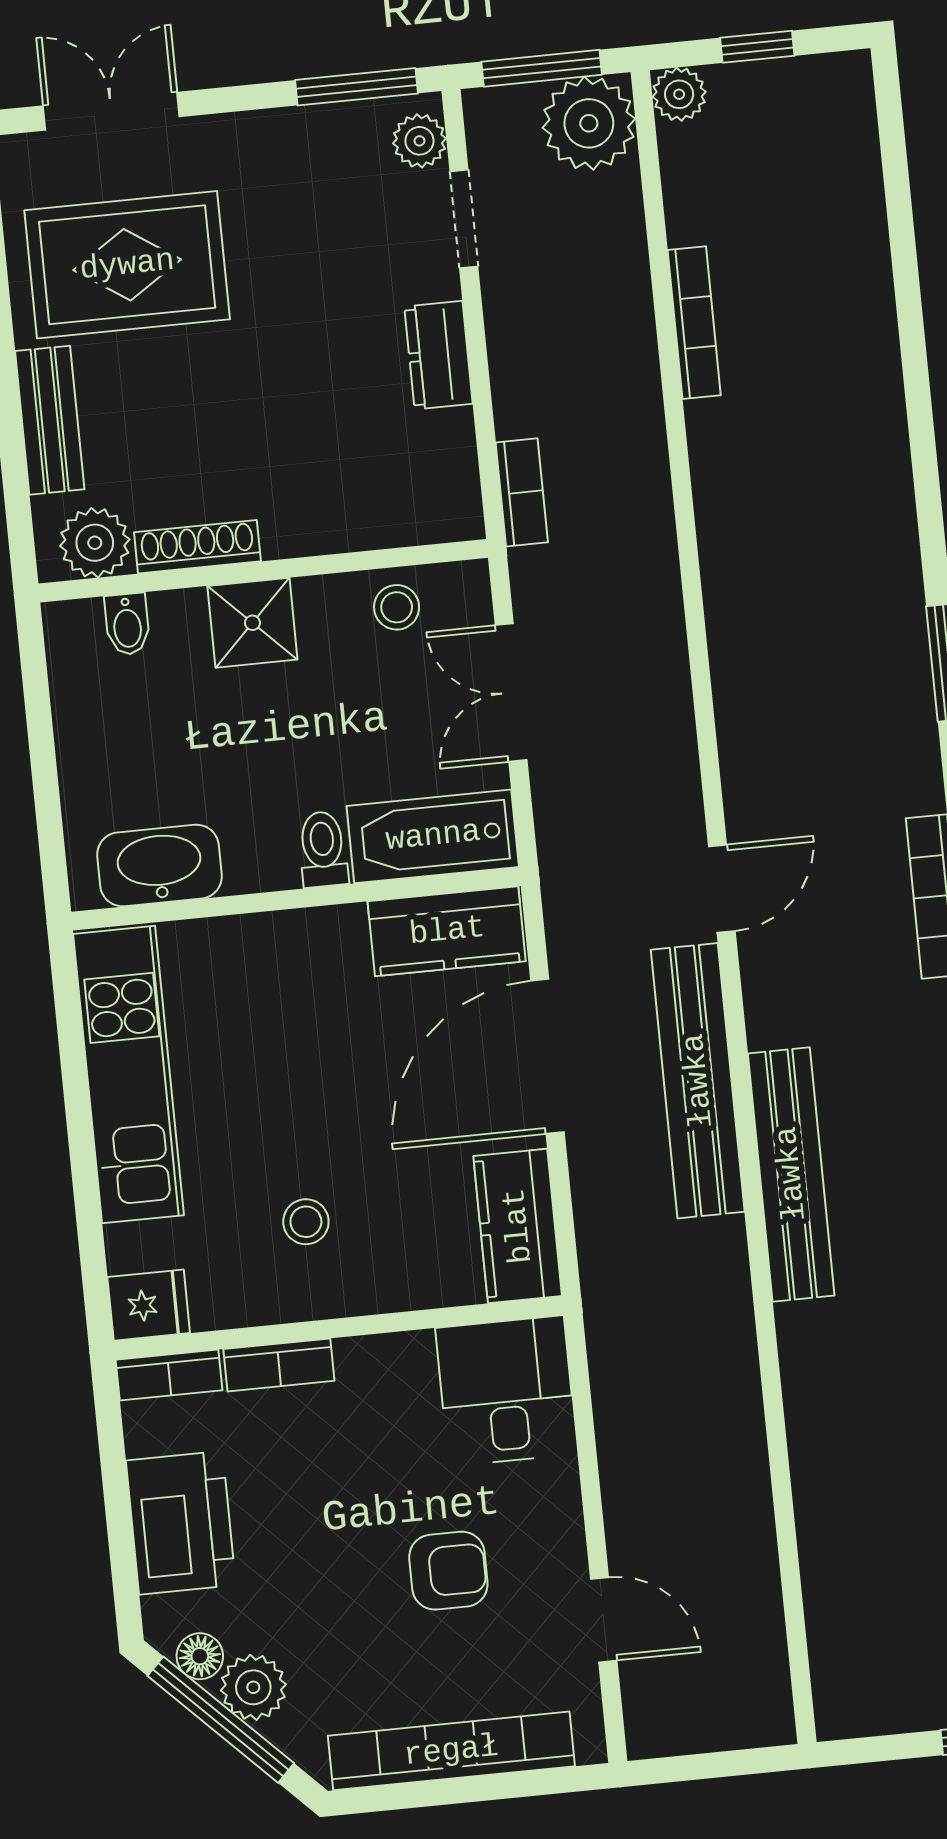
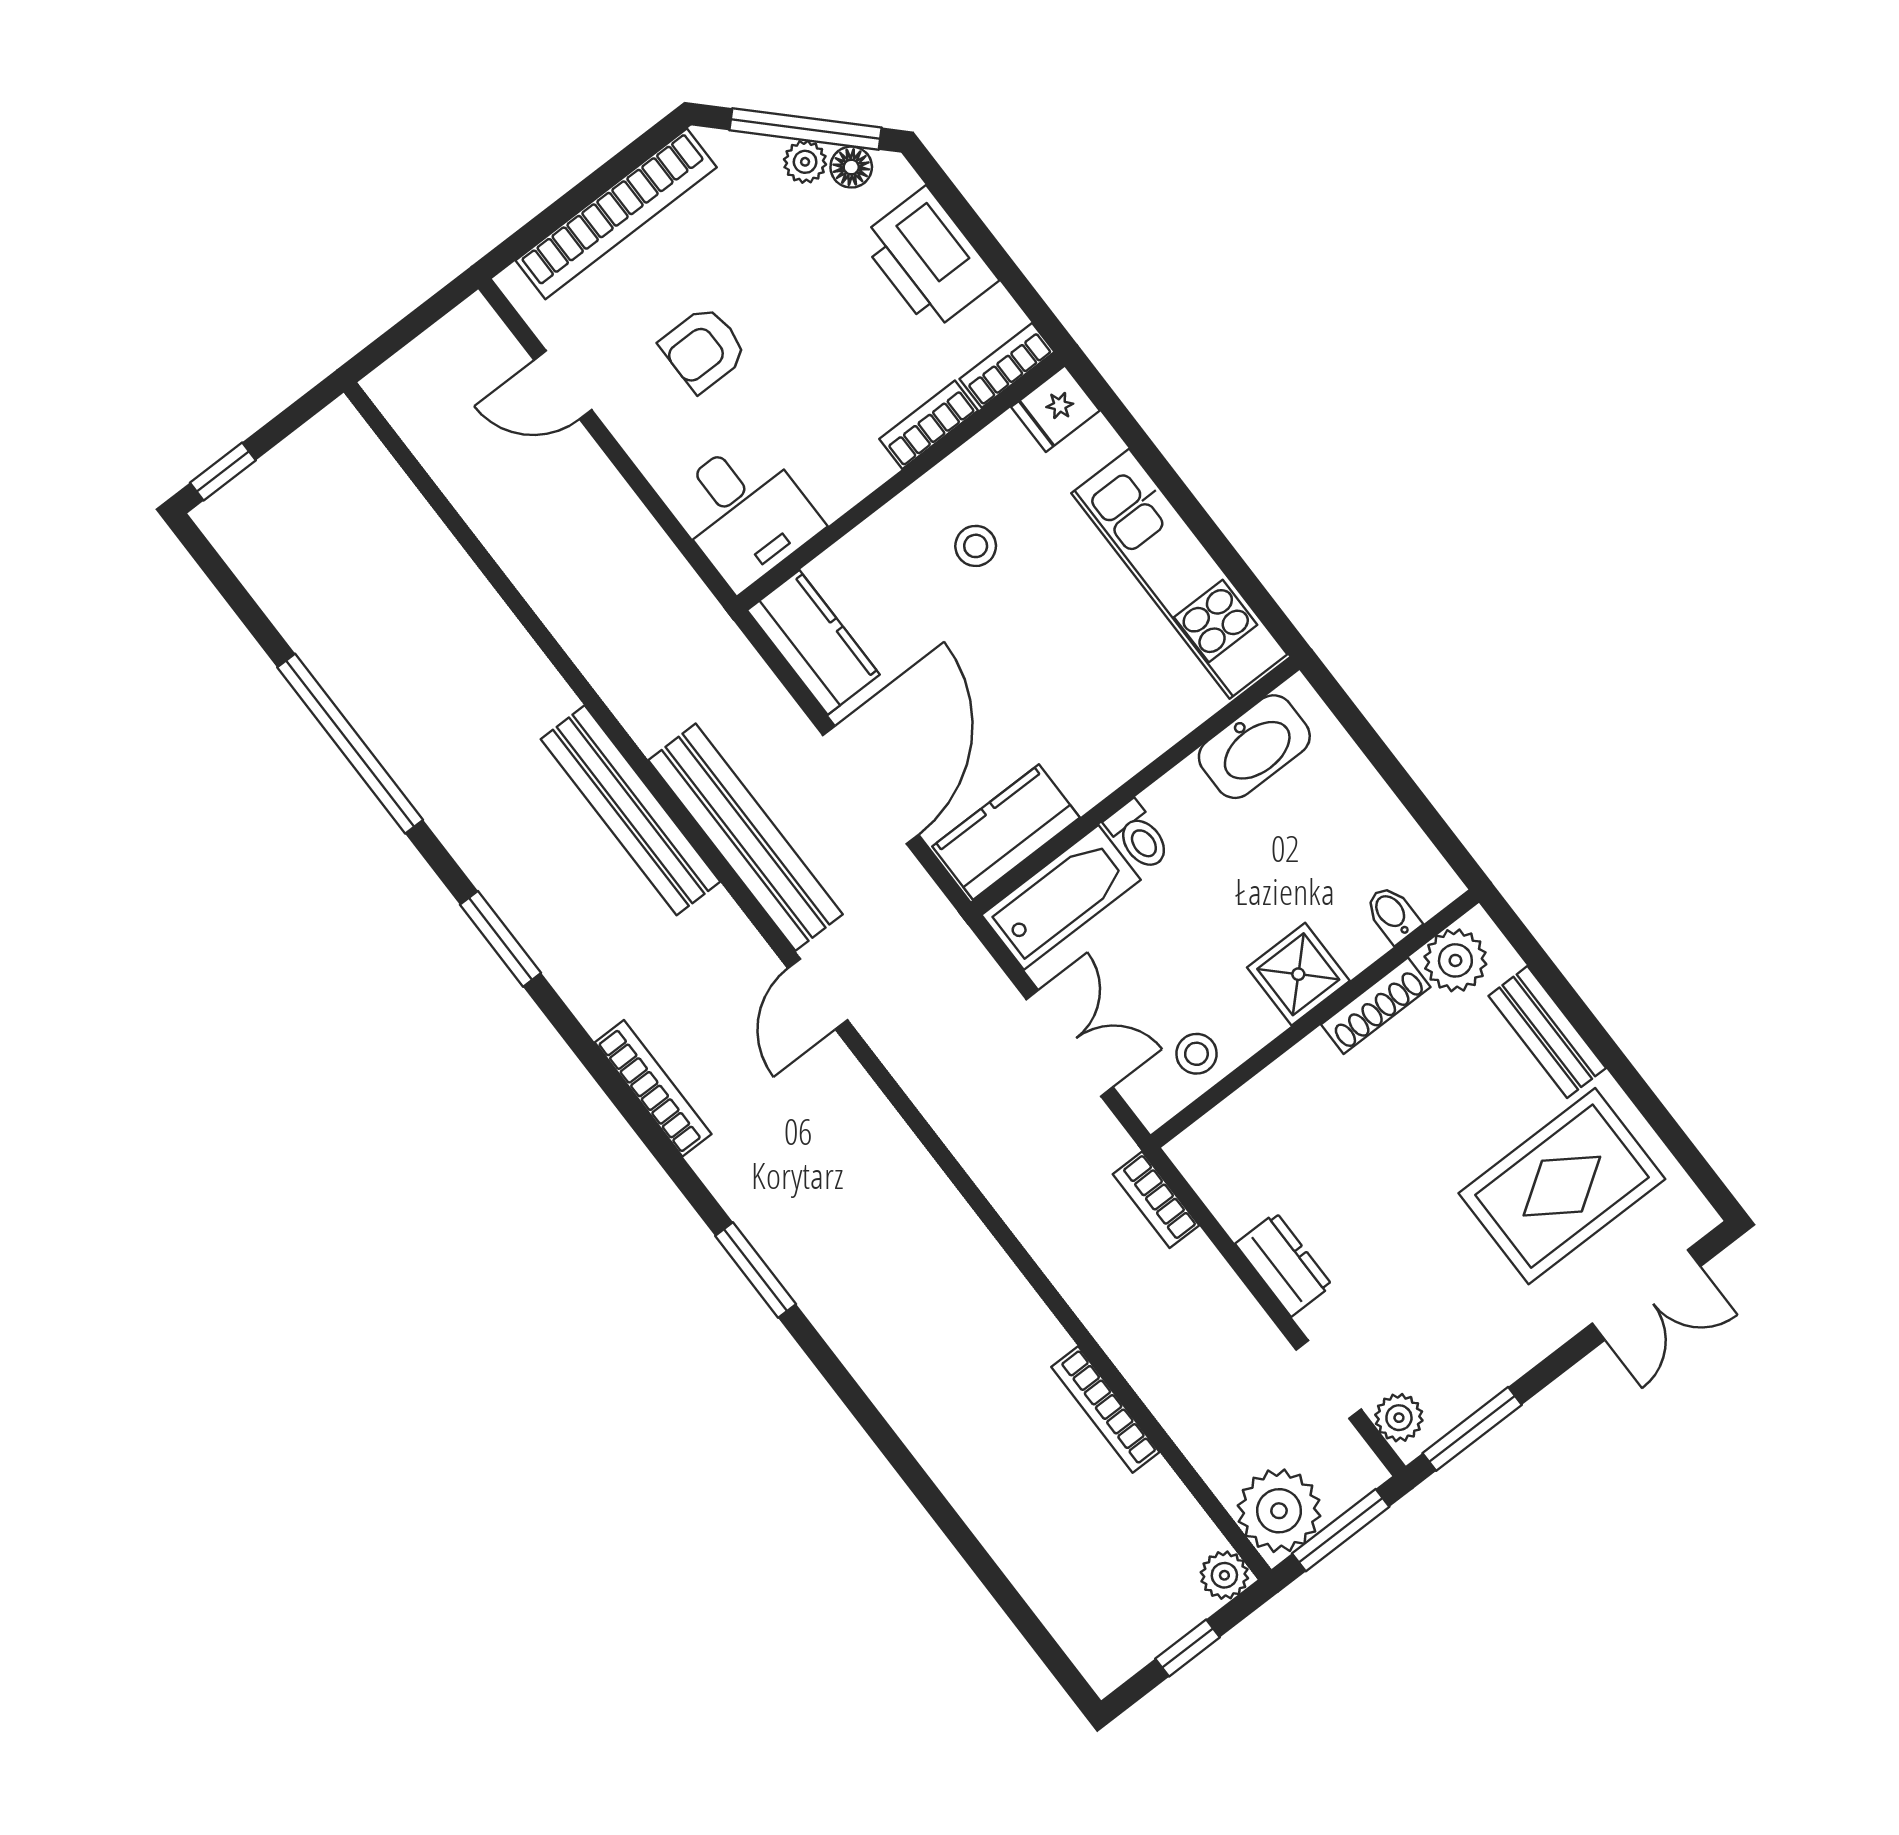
plant: (253, 1687) -> (805, 162), width x0.73, depth x0.73

